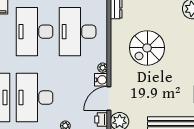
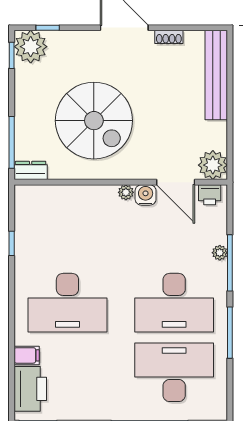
desk: (78, 32) -> (67, 233), removed
spiral stairs: (147, 48) -> (94, 121), width x1.37, depth x1.37

